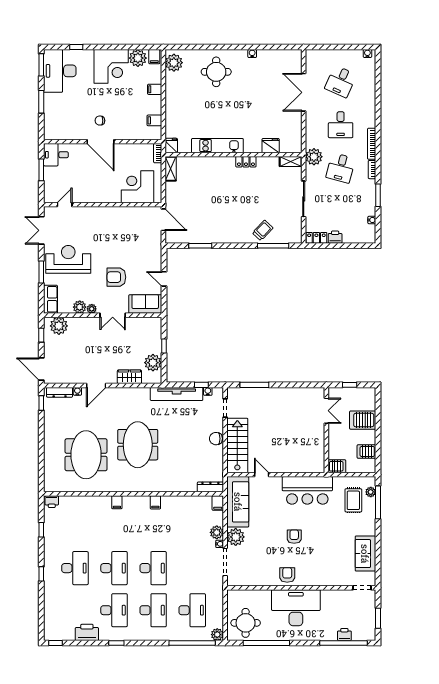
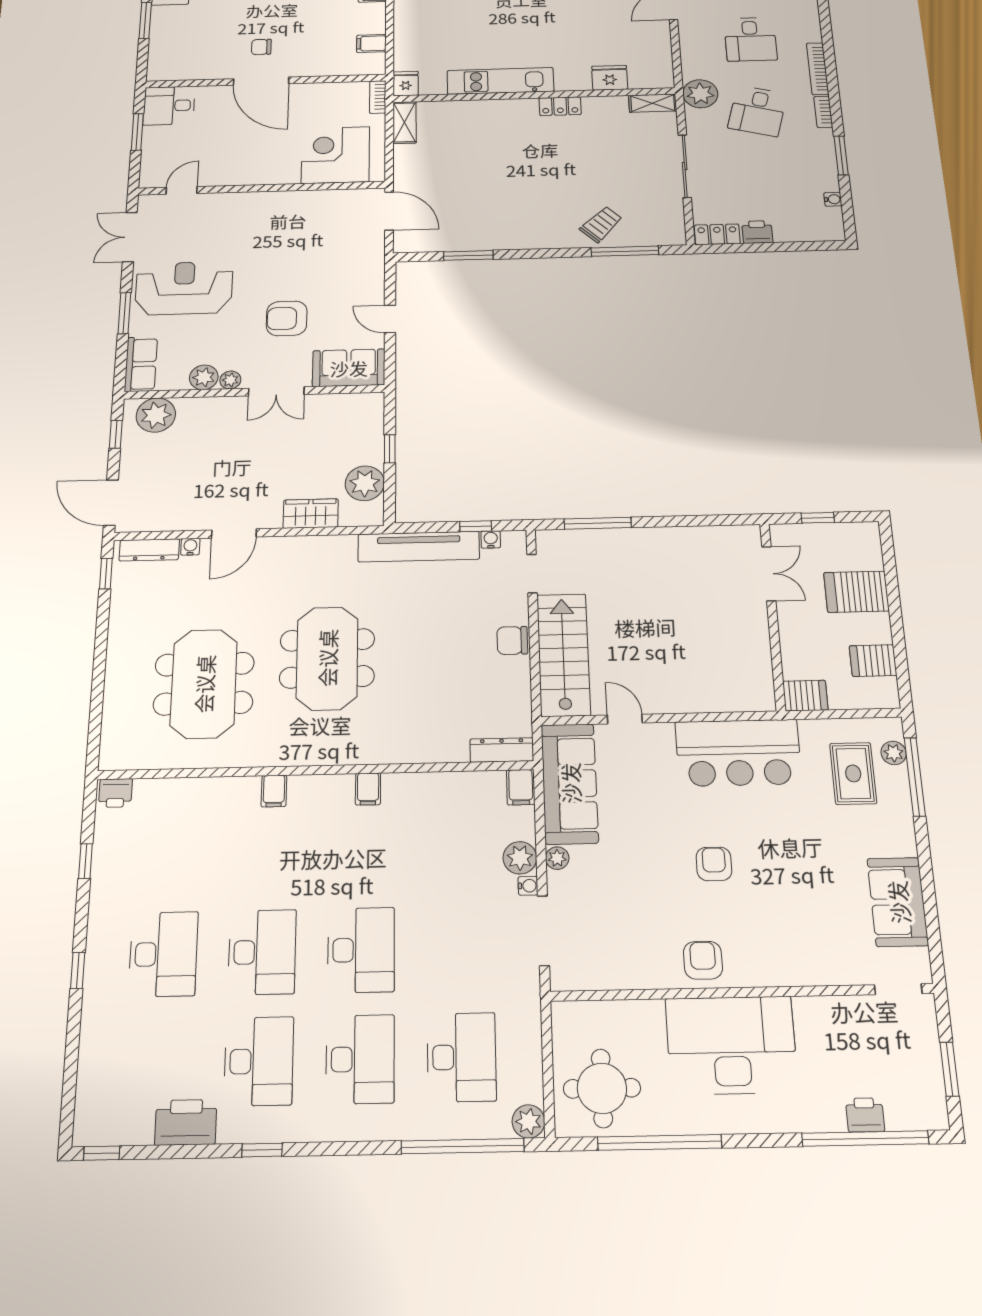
plant: (236, 537) -> (557, 858), width x0.53, depth x0.53

